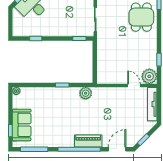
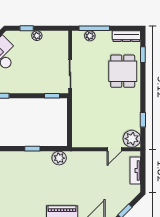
door: (134, 85) -> (114, 149), swing flipped
tv unit: (152, 104) -> (135, 171), width x0.71

